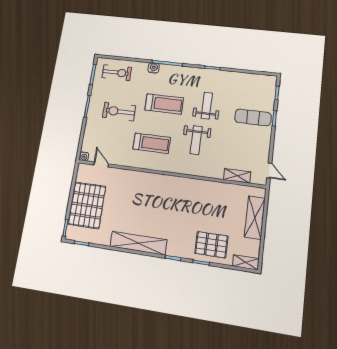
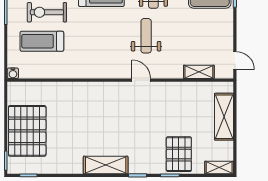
weight bench: (196, 140) -> (146, 36), turned 180
treadmill: (152, 143) -> (42, 41), moved, turned 180
door: (101, 164) -> (141, 80), moved
shelving: (138, 243) -> (106, 165), width x0.68
pallet: (211, 245) -> (179, 154), turned 90

